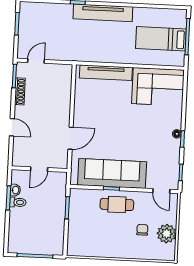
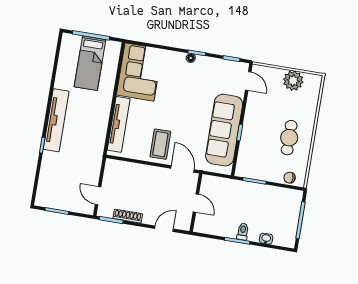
coffee table: (92, 114) -> (160, 144), added
door: (39, 169) -> (196, 203), moved
wall: (39, 169) -> (196, 203), moved
washbasin: (15, 190) -> (266, 239), moved
door: (161, 191) -> (248, 81), hinge flipped
cafe table: (117, 204) -> (289, 138), moved
chair: (142, 230) -> (290, 178), moved

